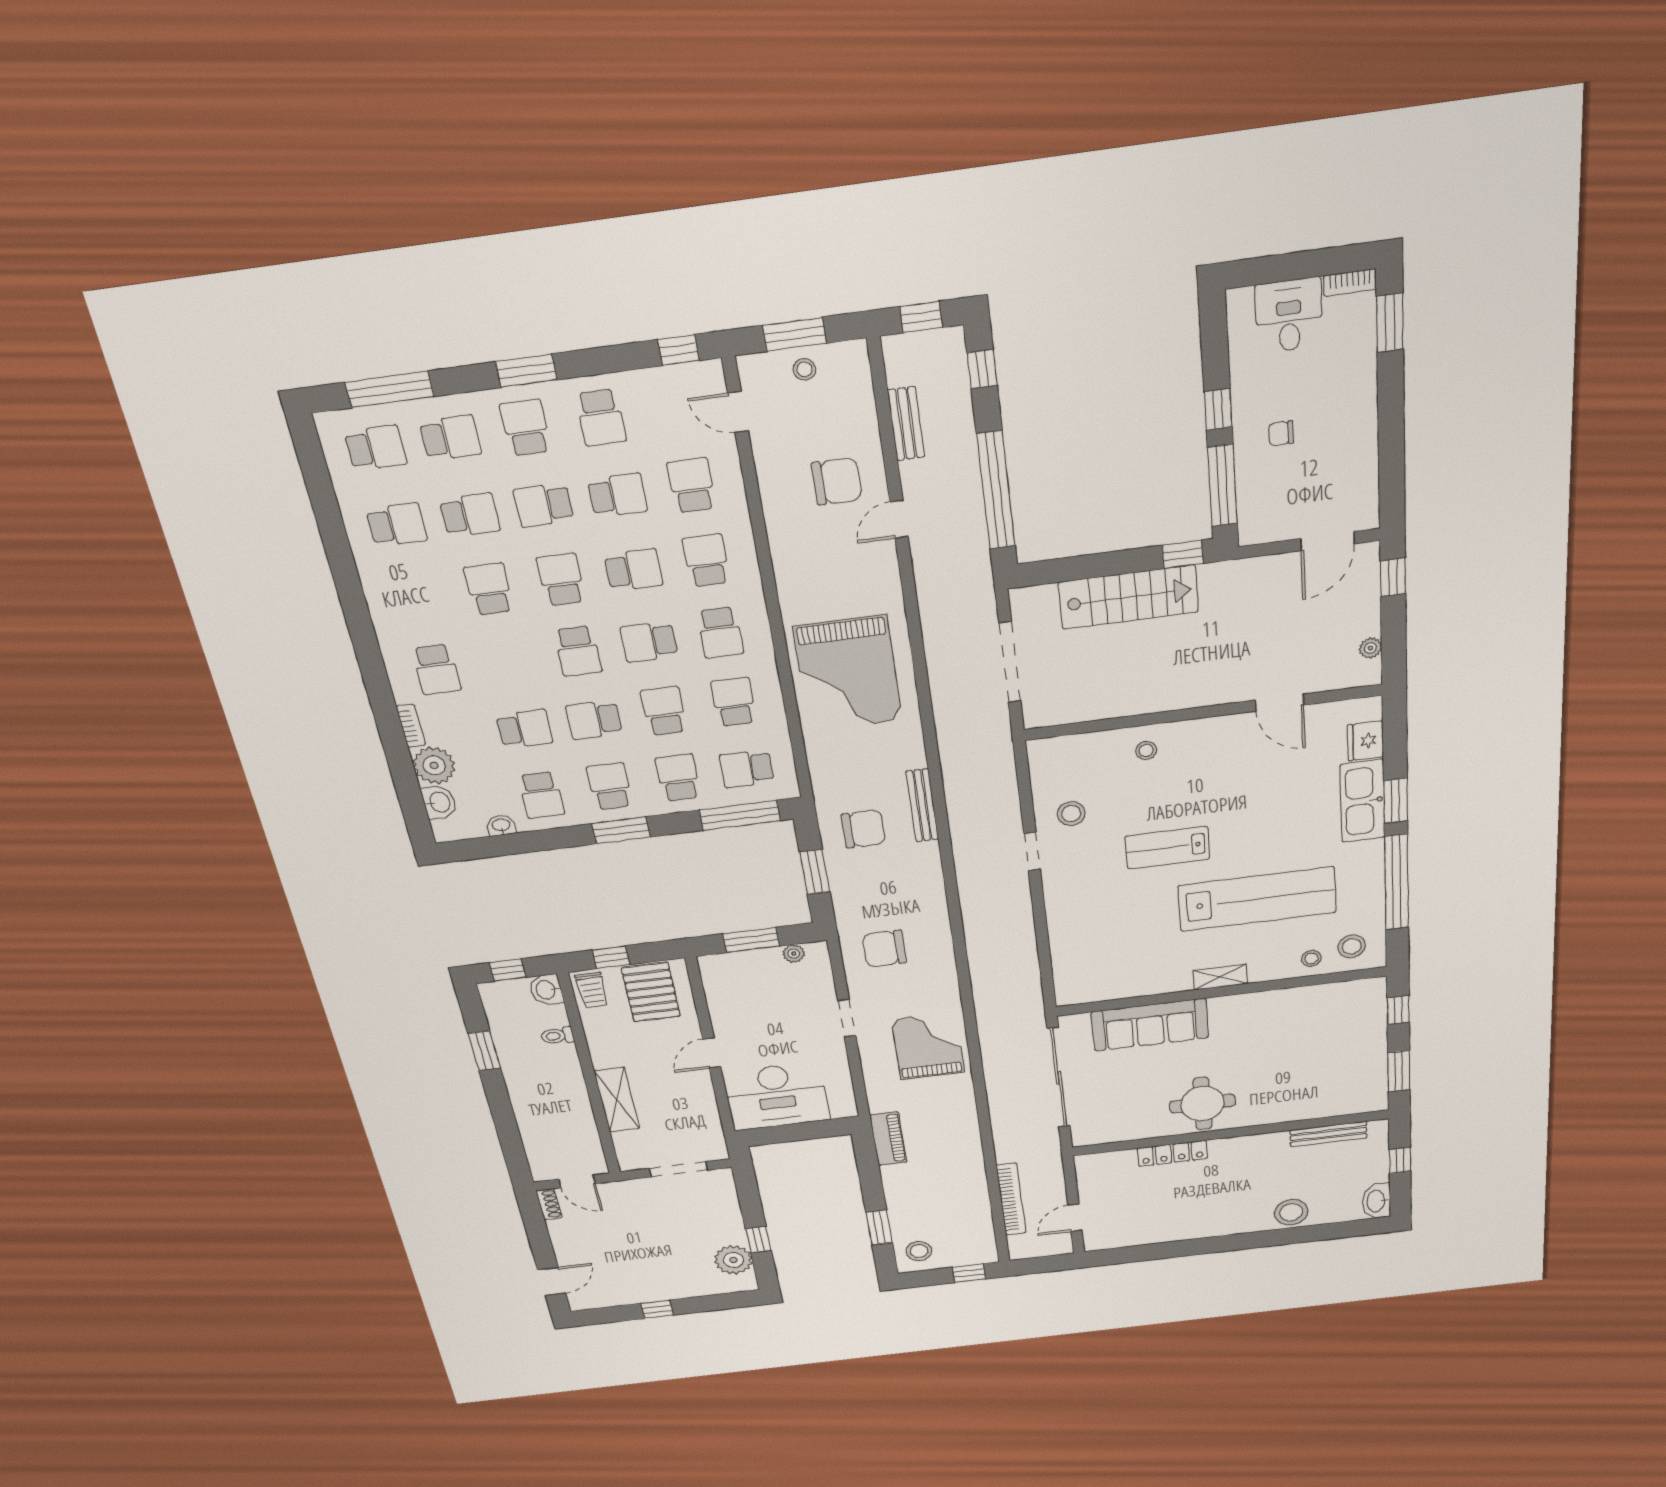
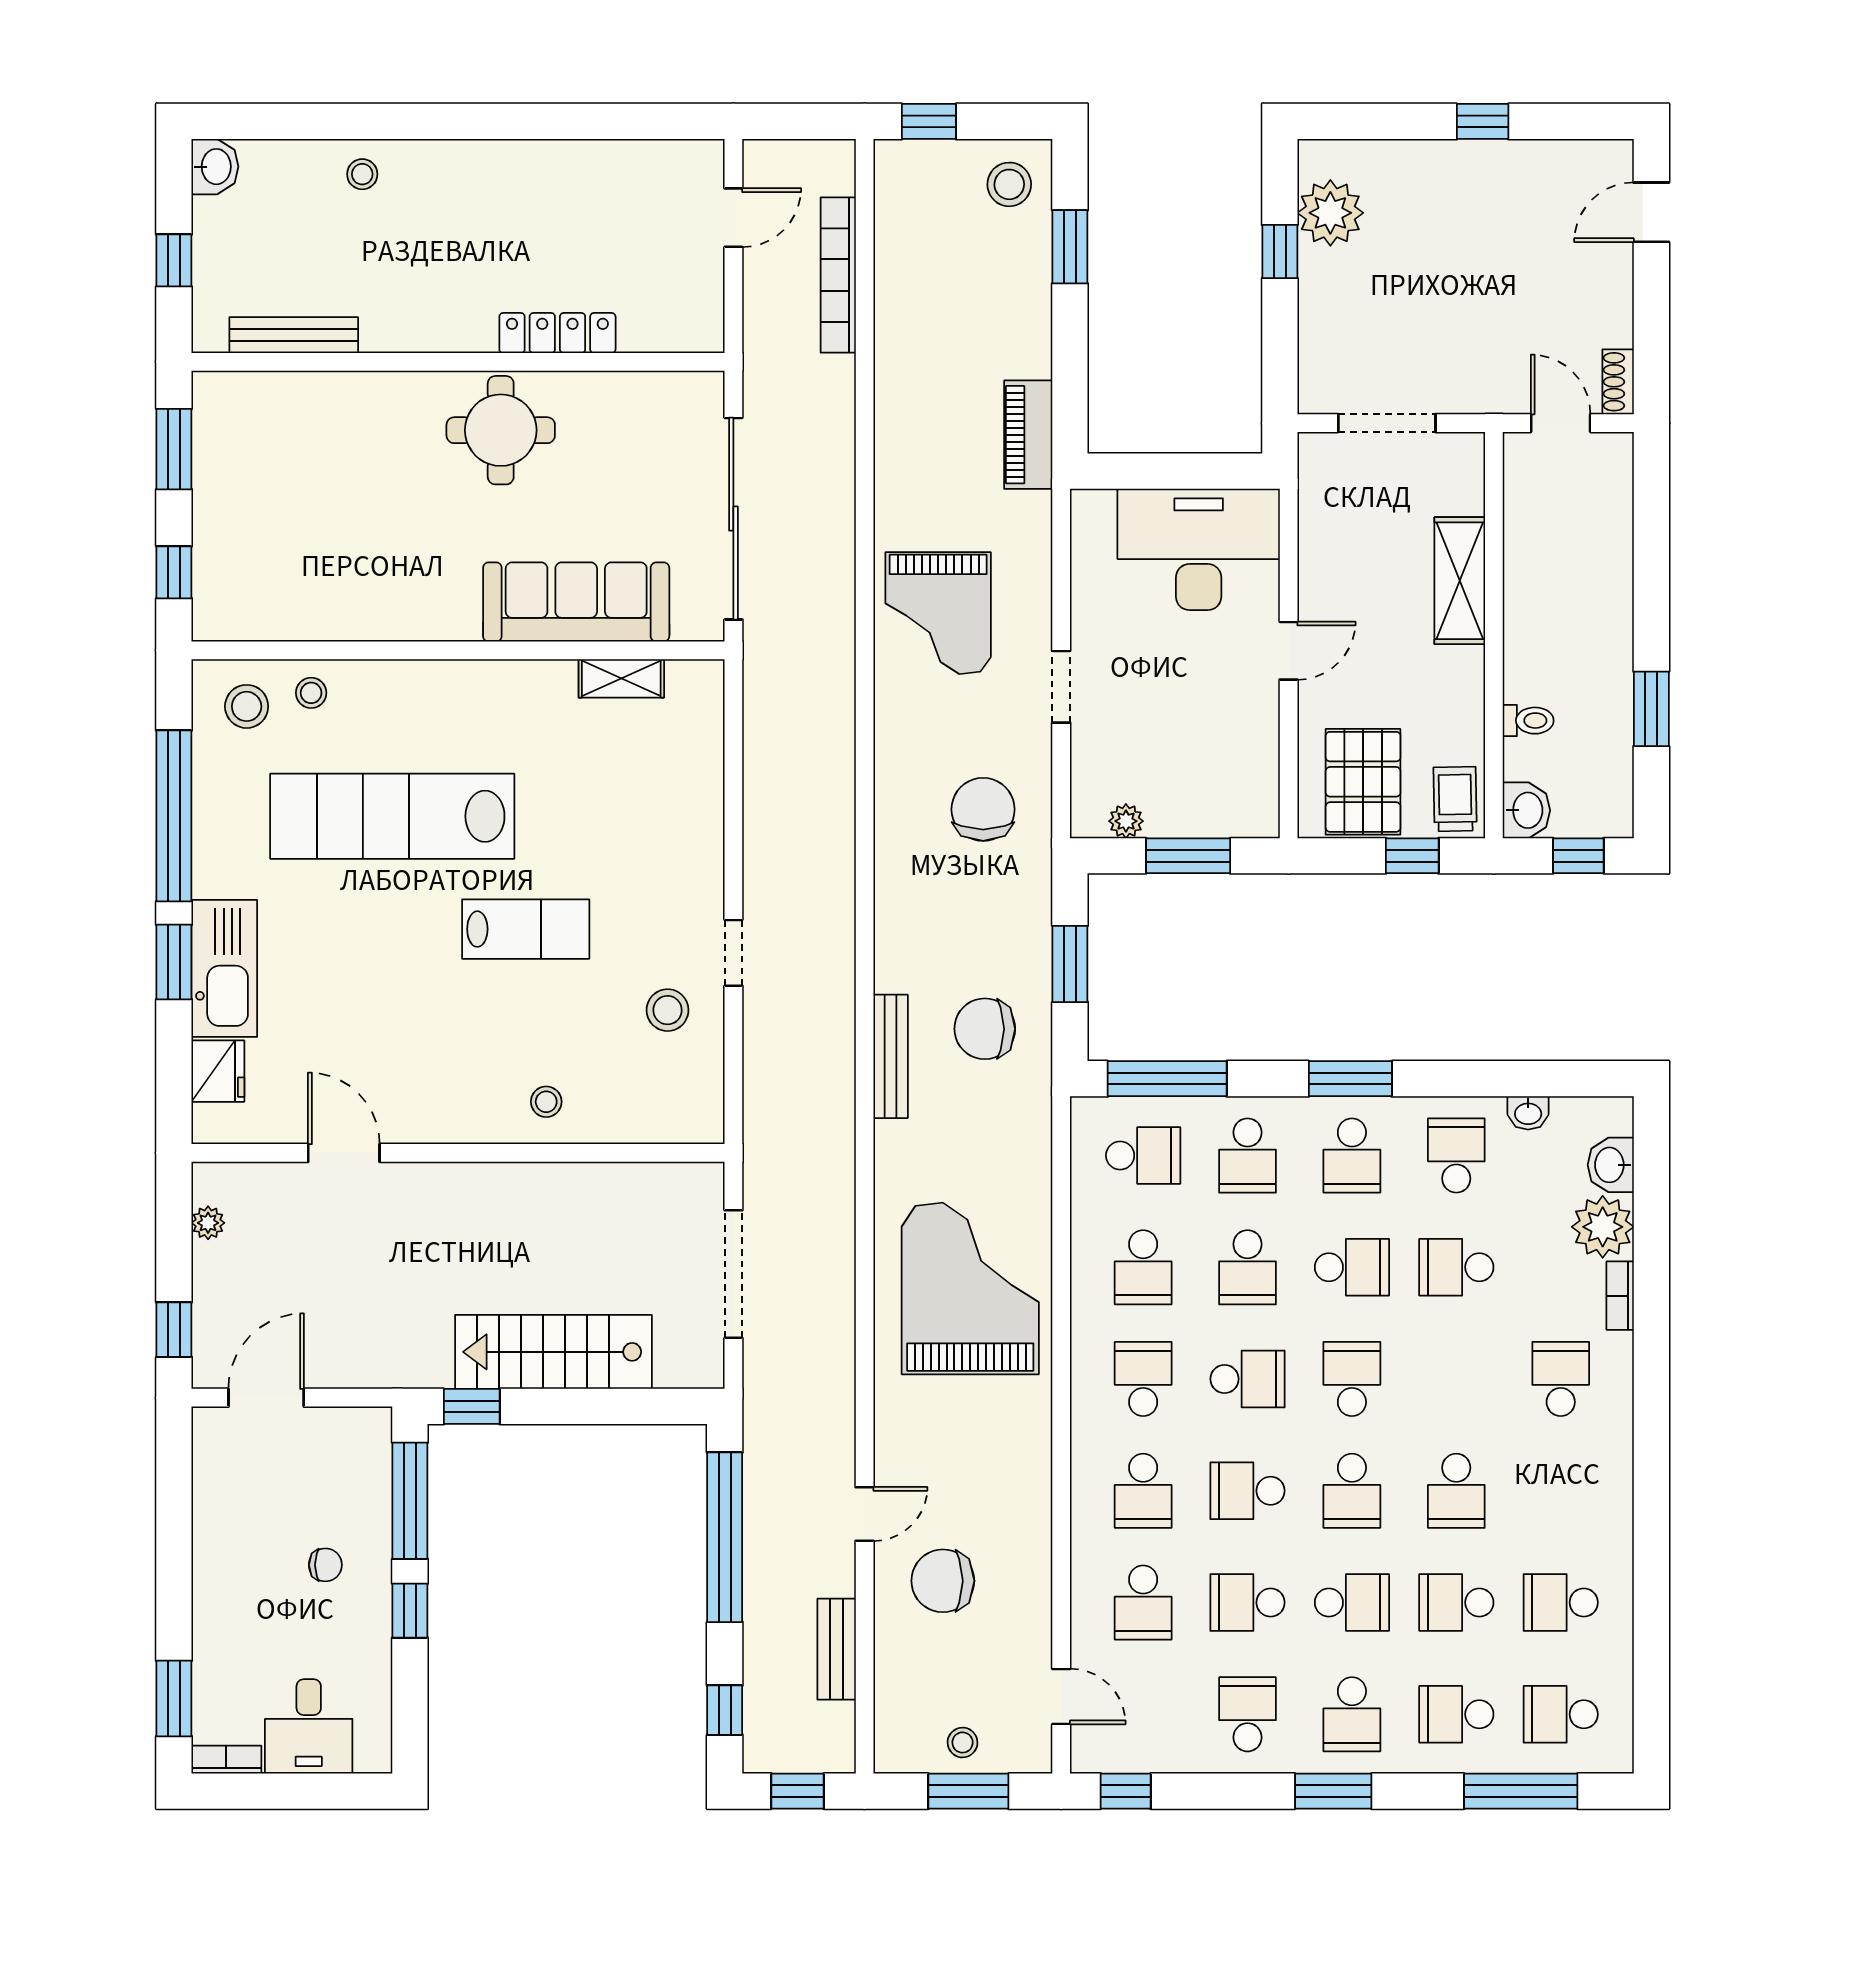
chair: (884, 949) -> (983, 809), turned -90
shelving: (1220, 977) -> (621, 678), moved
washbasin: (1377, 1201) -> (215, 167), width x0.72
stool: (1291, 1212) -> (362, 174), width x0.53, depth x0.53

